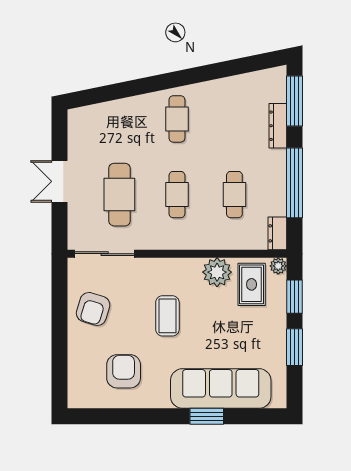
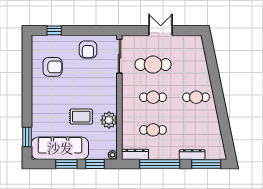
dresser: (277, 233) -> (135, 154), width x1.44
rug: (252, 284) -> (81, 117), moved
armchair: (93, 309) -> (88, 50), turned -107
coffee table: (167, 316) -> (84, 92), removed
window: (59, 368) -> (54, 30), added
sofa: (221, 388) -> (60, 148), moved, turned -90
window: (207, 416) -> (27, 137), moved

